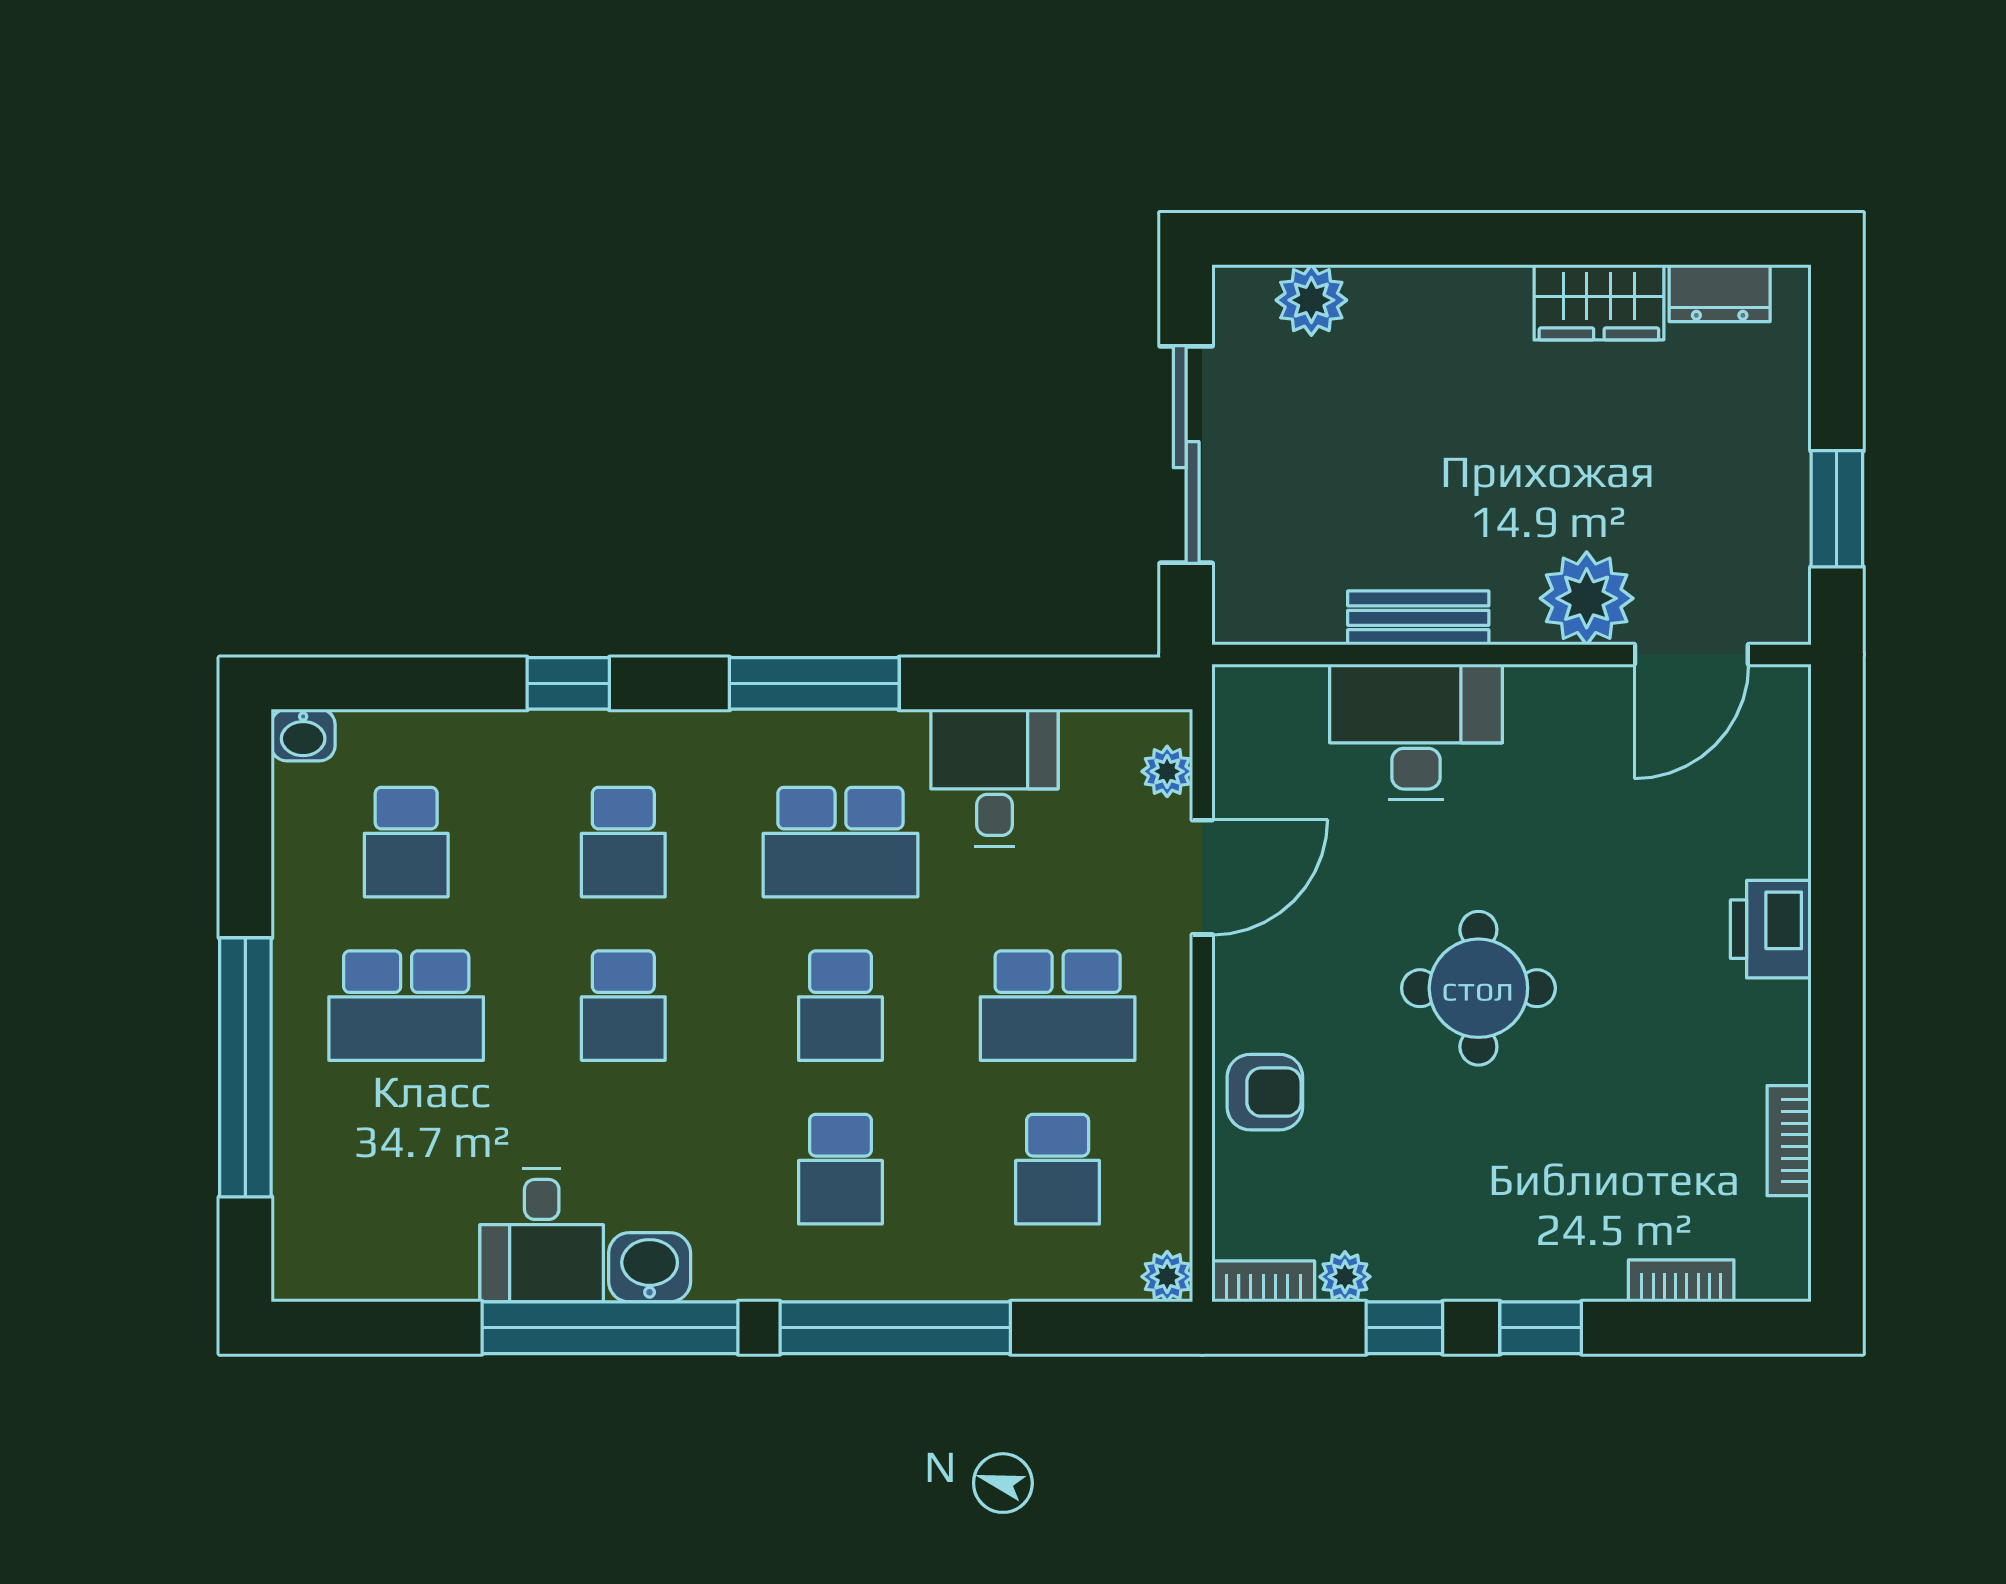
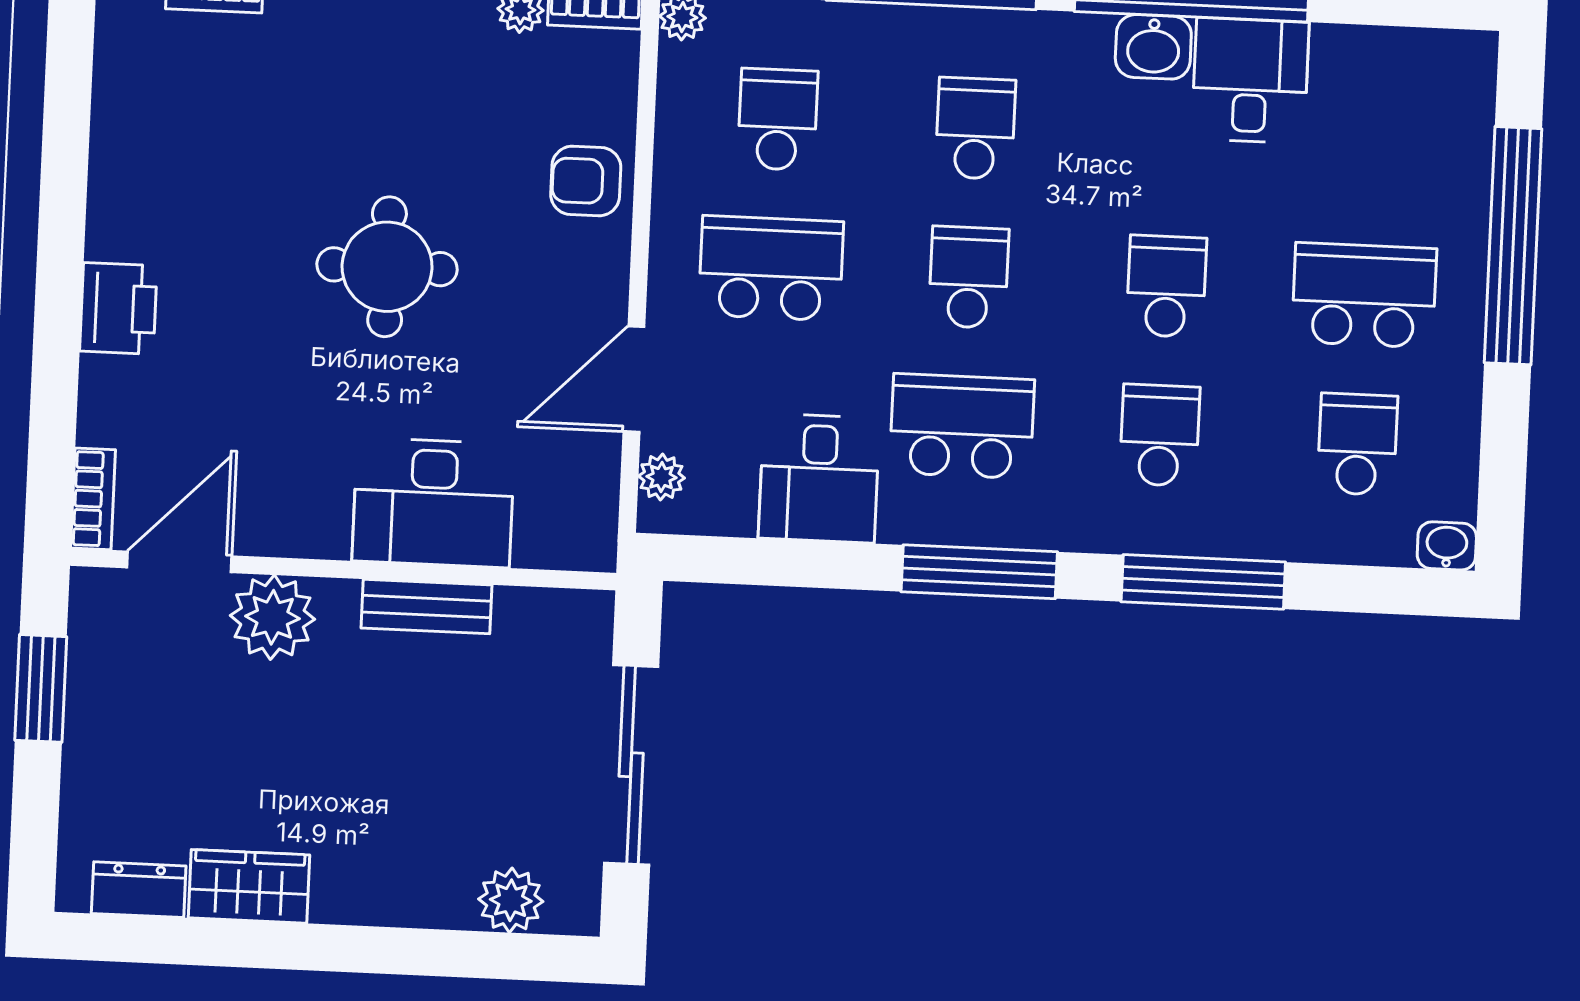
window: (568, 683) -> (1203, 582), width x2.17
bookcase: (1789, 1141) -> (93, 499), moved

